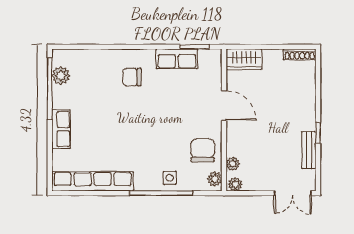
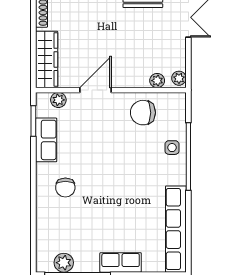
wardrobe: (244, 59) -> (47, 59), width x1.50
plant: (215, 179) -> (58, 100), moved

